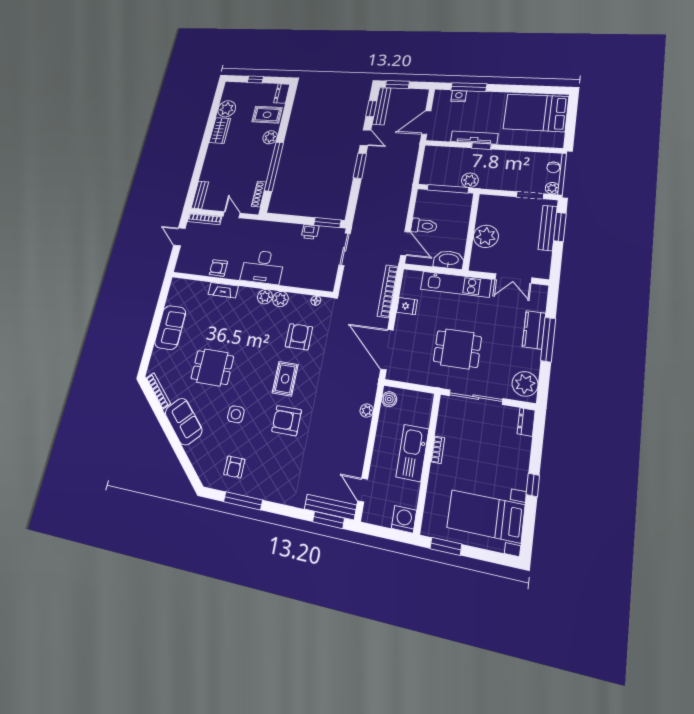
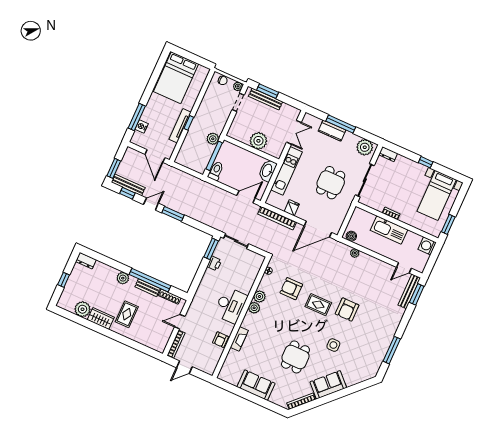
rug: (267, 115) -> (127, 314), moved
bench: (200, 195) -> (148, 288), moved
toilet: (424, 226) -> (216, 171), moved
armchair: (234, 467) -> (369, 352), removed

